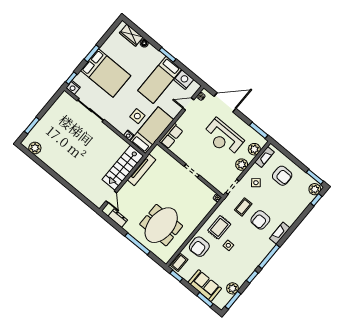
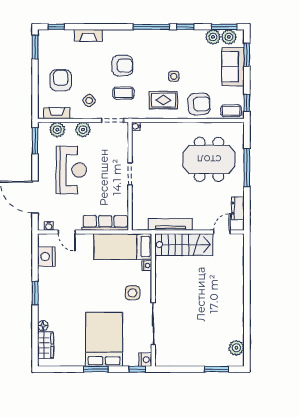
bed: (160, 80) -> (67, 280), removed
side table: (137, 116) -> (133, 293), moved
row of seats: (171, 136) -> (105, 223), width x1.48
plant: (315, 189) -> (229, 37), moved
fireplace: (280, 233) -> (88, 35), moved

